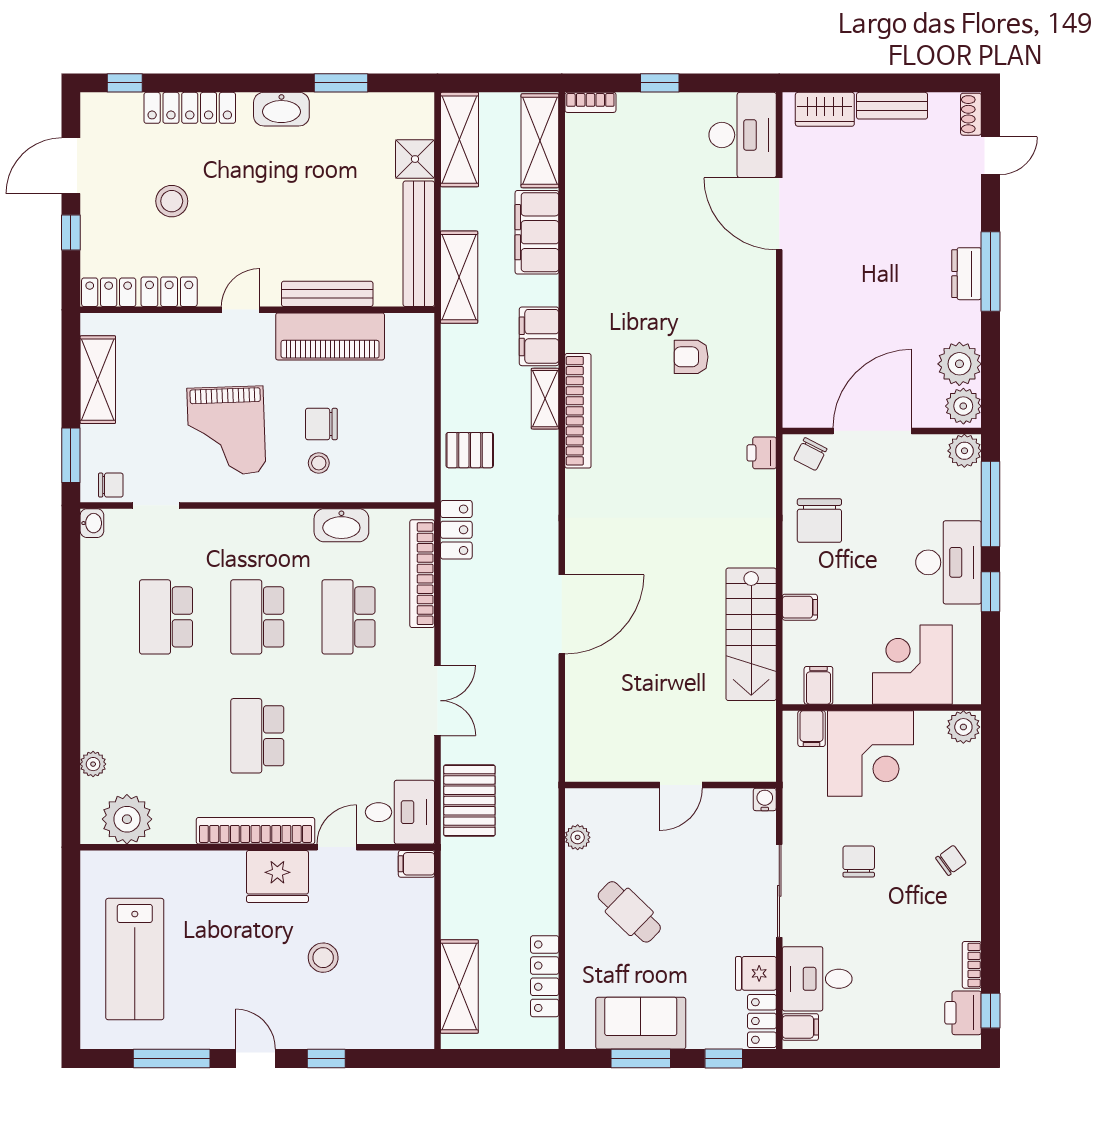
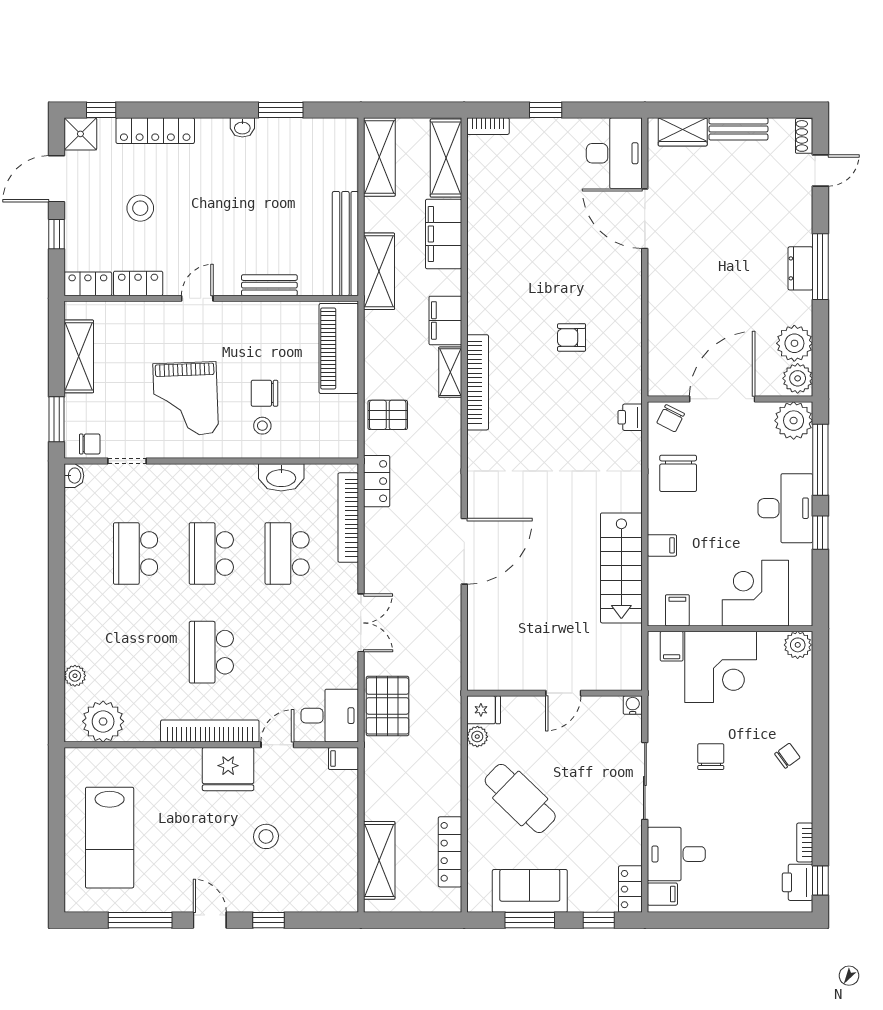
washbasin: (281, 109) -> (242, 127), width x0.52, depth x0.69
shower: (415, 159) -> (80, 134), moved
bench: (327, 294) -> (269, 285), width x0.73
piano: (330, 336) -> (339, 348), moved, turned 90
plant: (964, 451) -> (794, 421), width x1.36, depth x1.36
cafe table: (629, 912) -> (520, 798), width x1.37, depth x1.35
fridge: (756, 973) -> (484, 710), moved, turned 180

